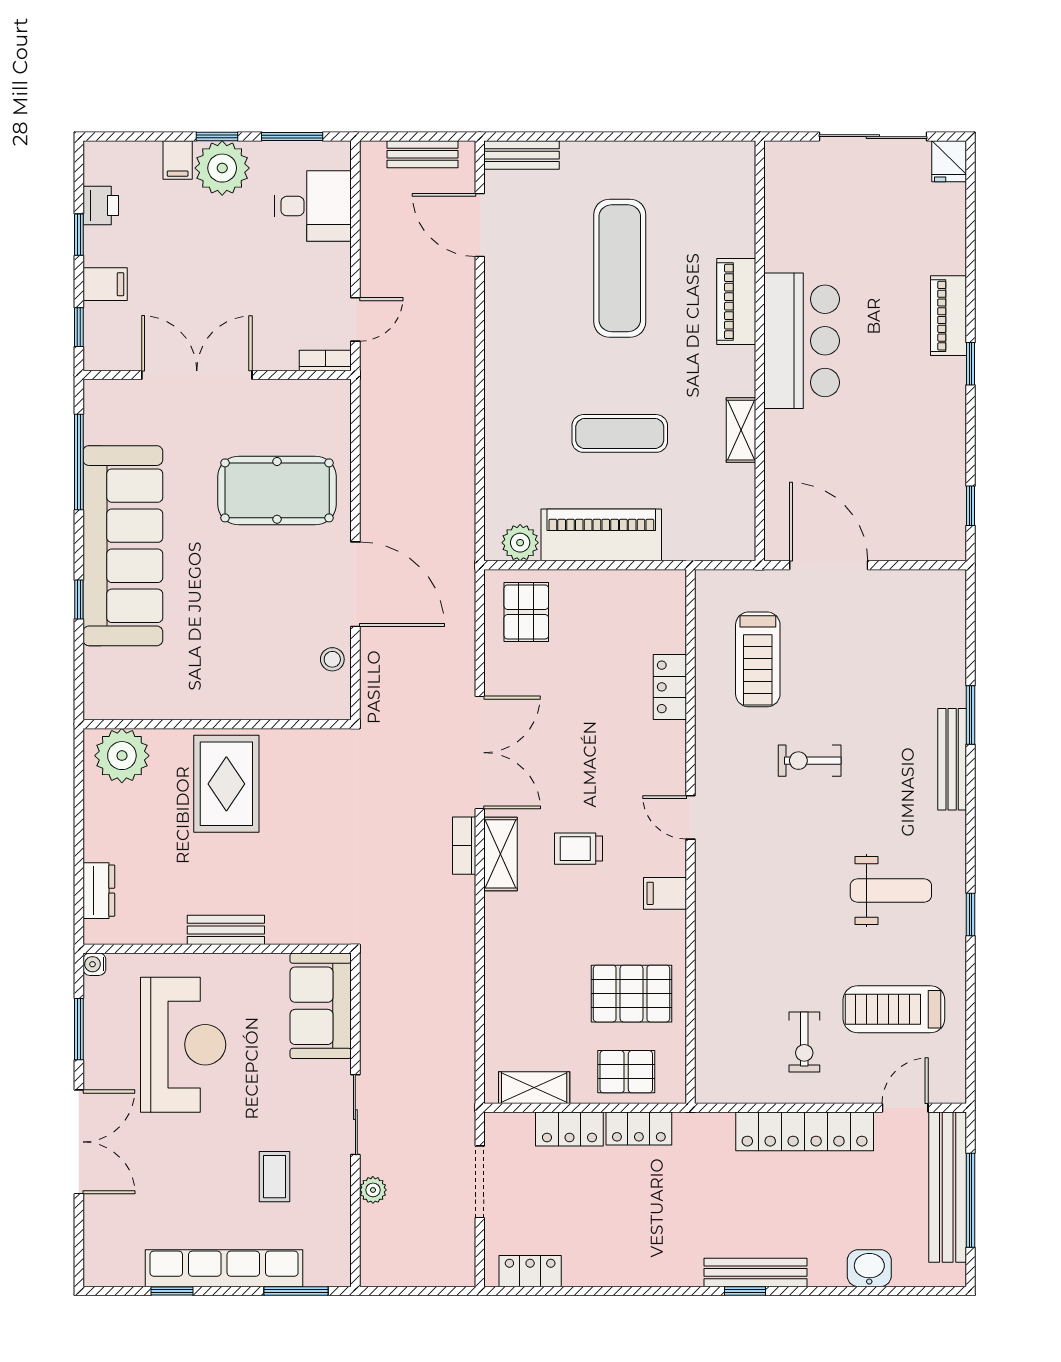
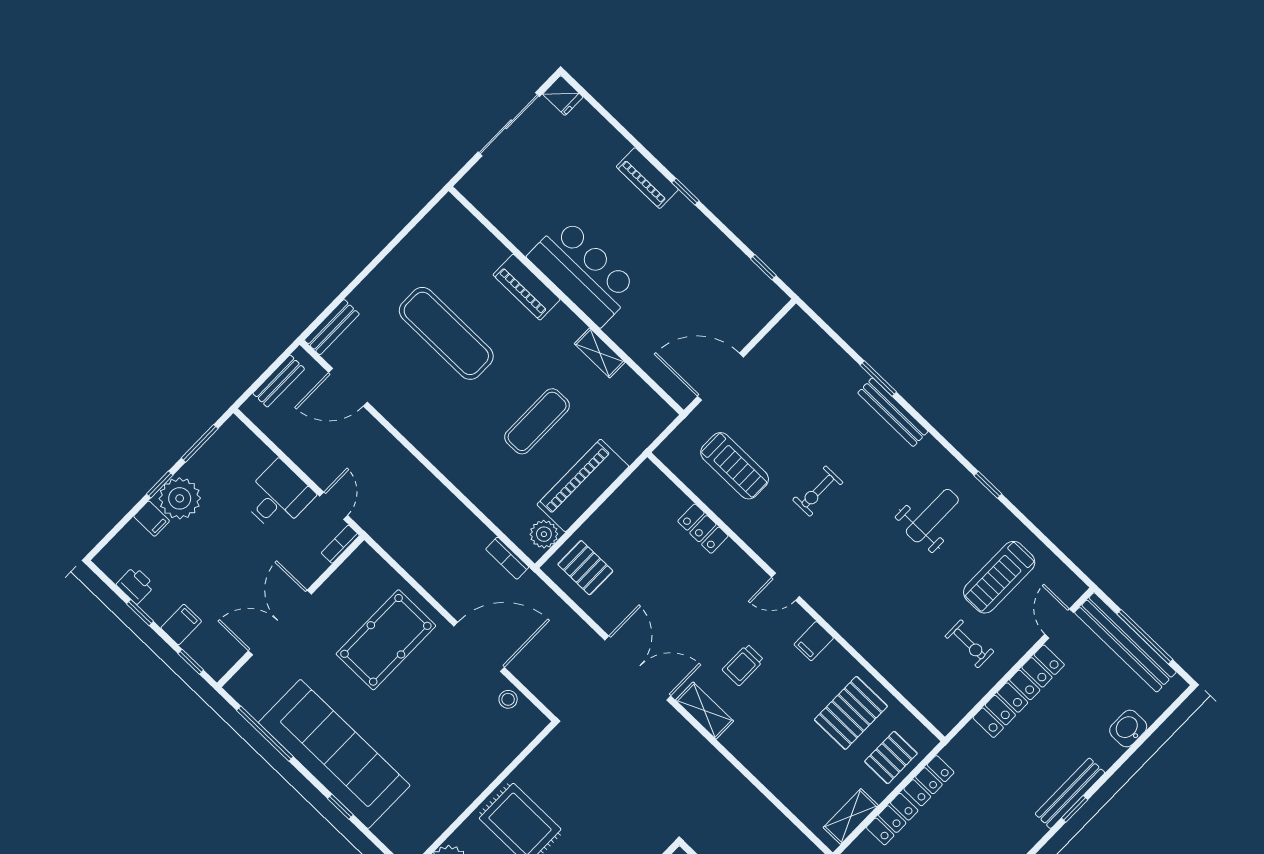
desk: (313, 206) -> (278, 497), moved
bookcase: (464, 846) -> (507, 558), moved

